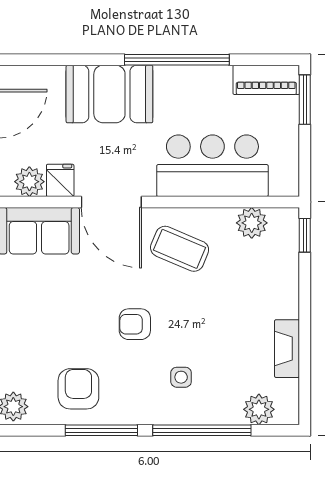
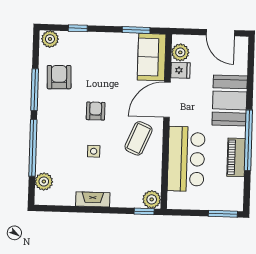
piano: (266, 80) -> (236, 157), moved
plant: (252, 223) -> (152, 199), moved
fireplace: (287, 349) -> (93, 199), moved
side table: (181, 377) -> (94, 151), moved
armchair: (78, 389) -> (59, 77), turned -92

